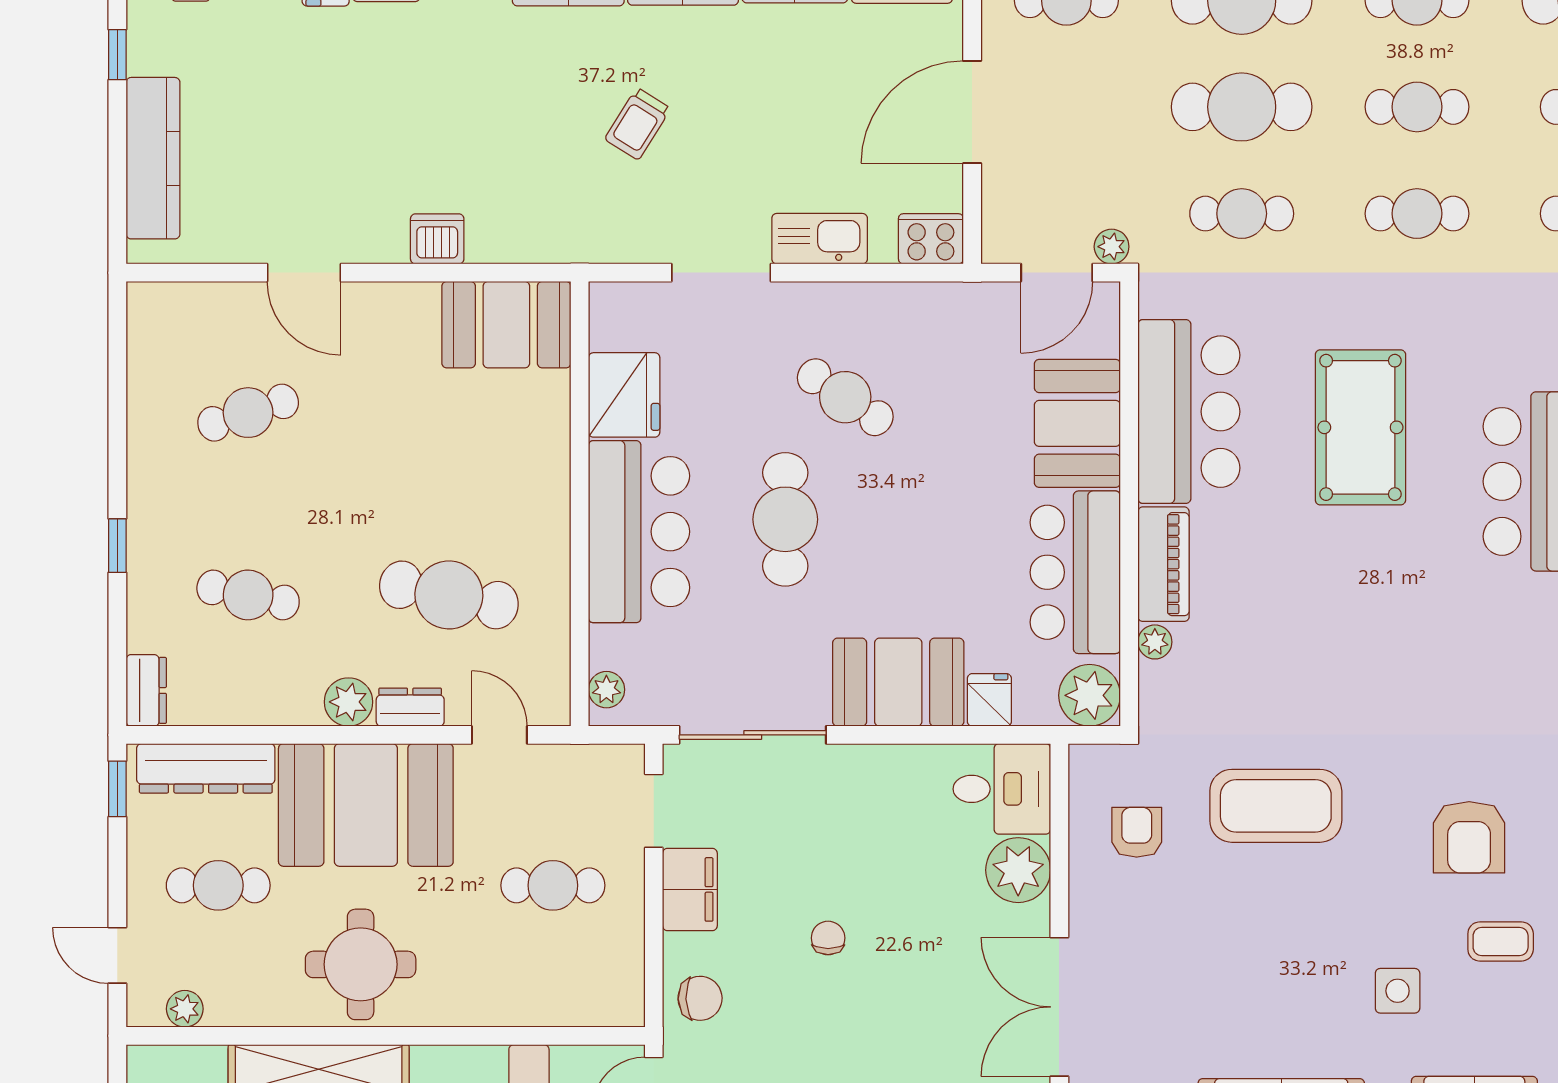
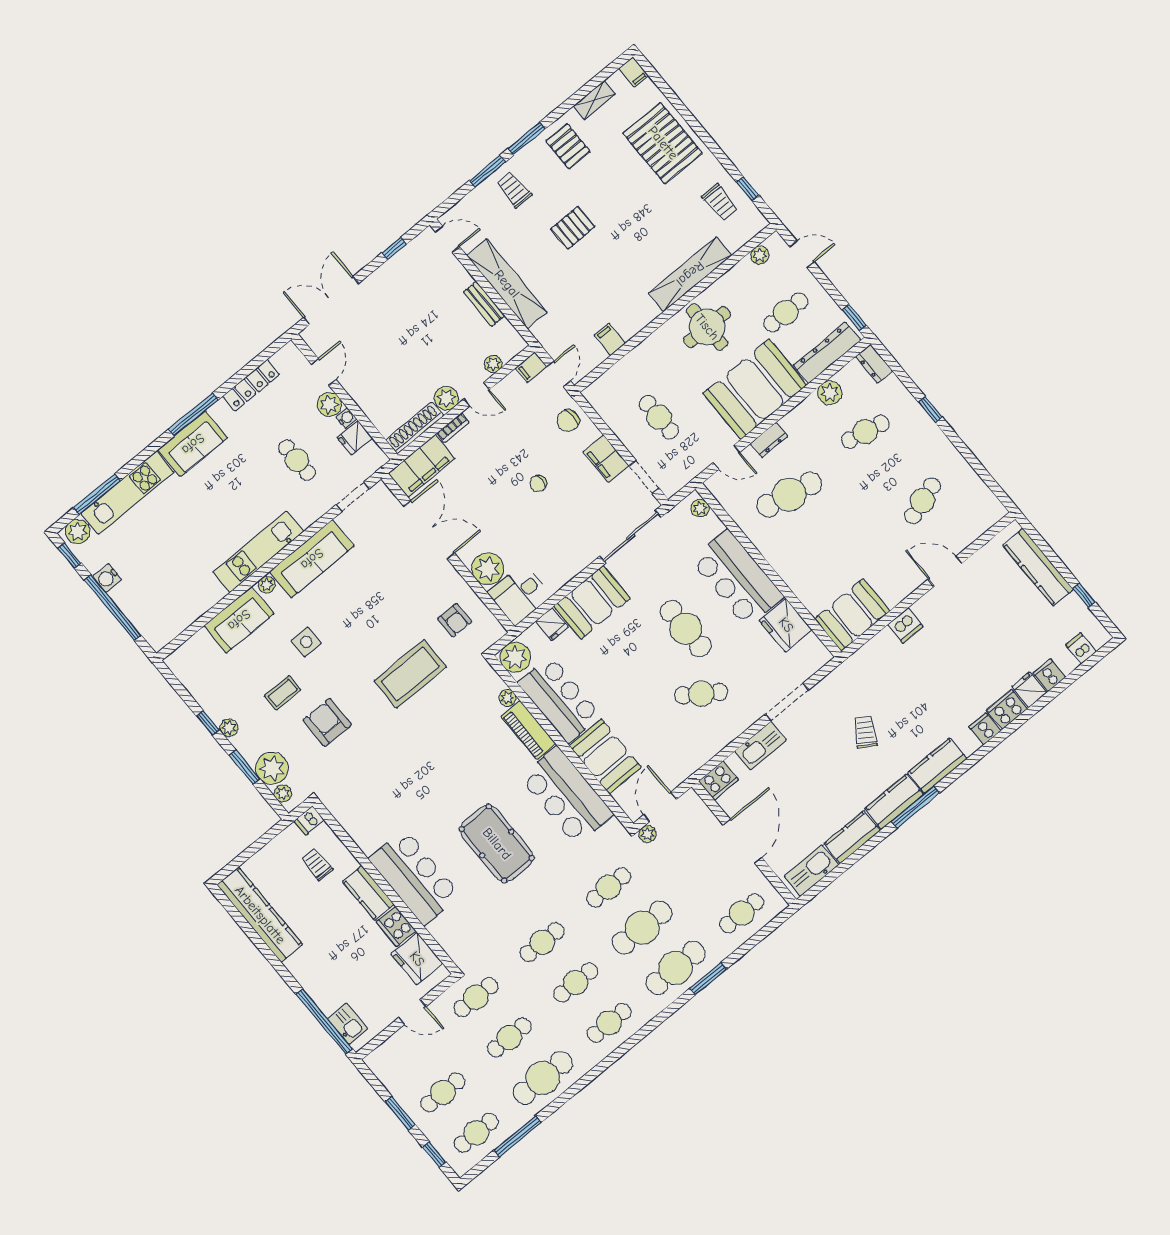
plant: (349, 702) -> (830, 393), moved
cafe table: (553, 885) -> (659, 417), turned 90
chair: (828, 938) -> (538, 484), turned 90

